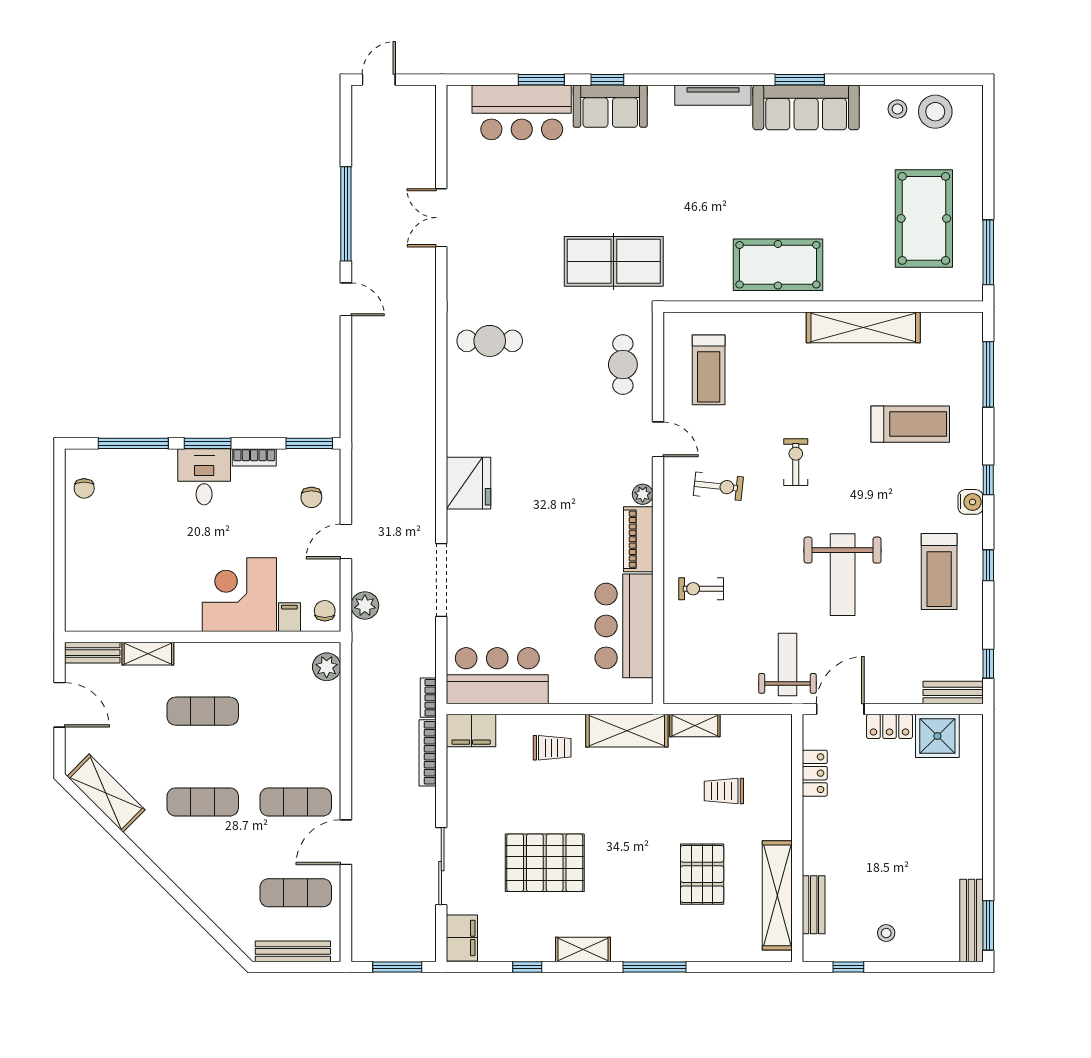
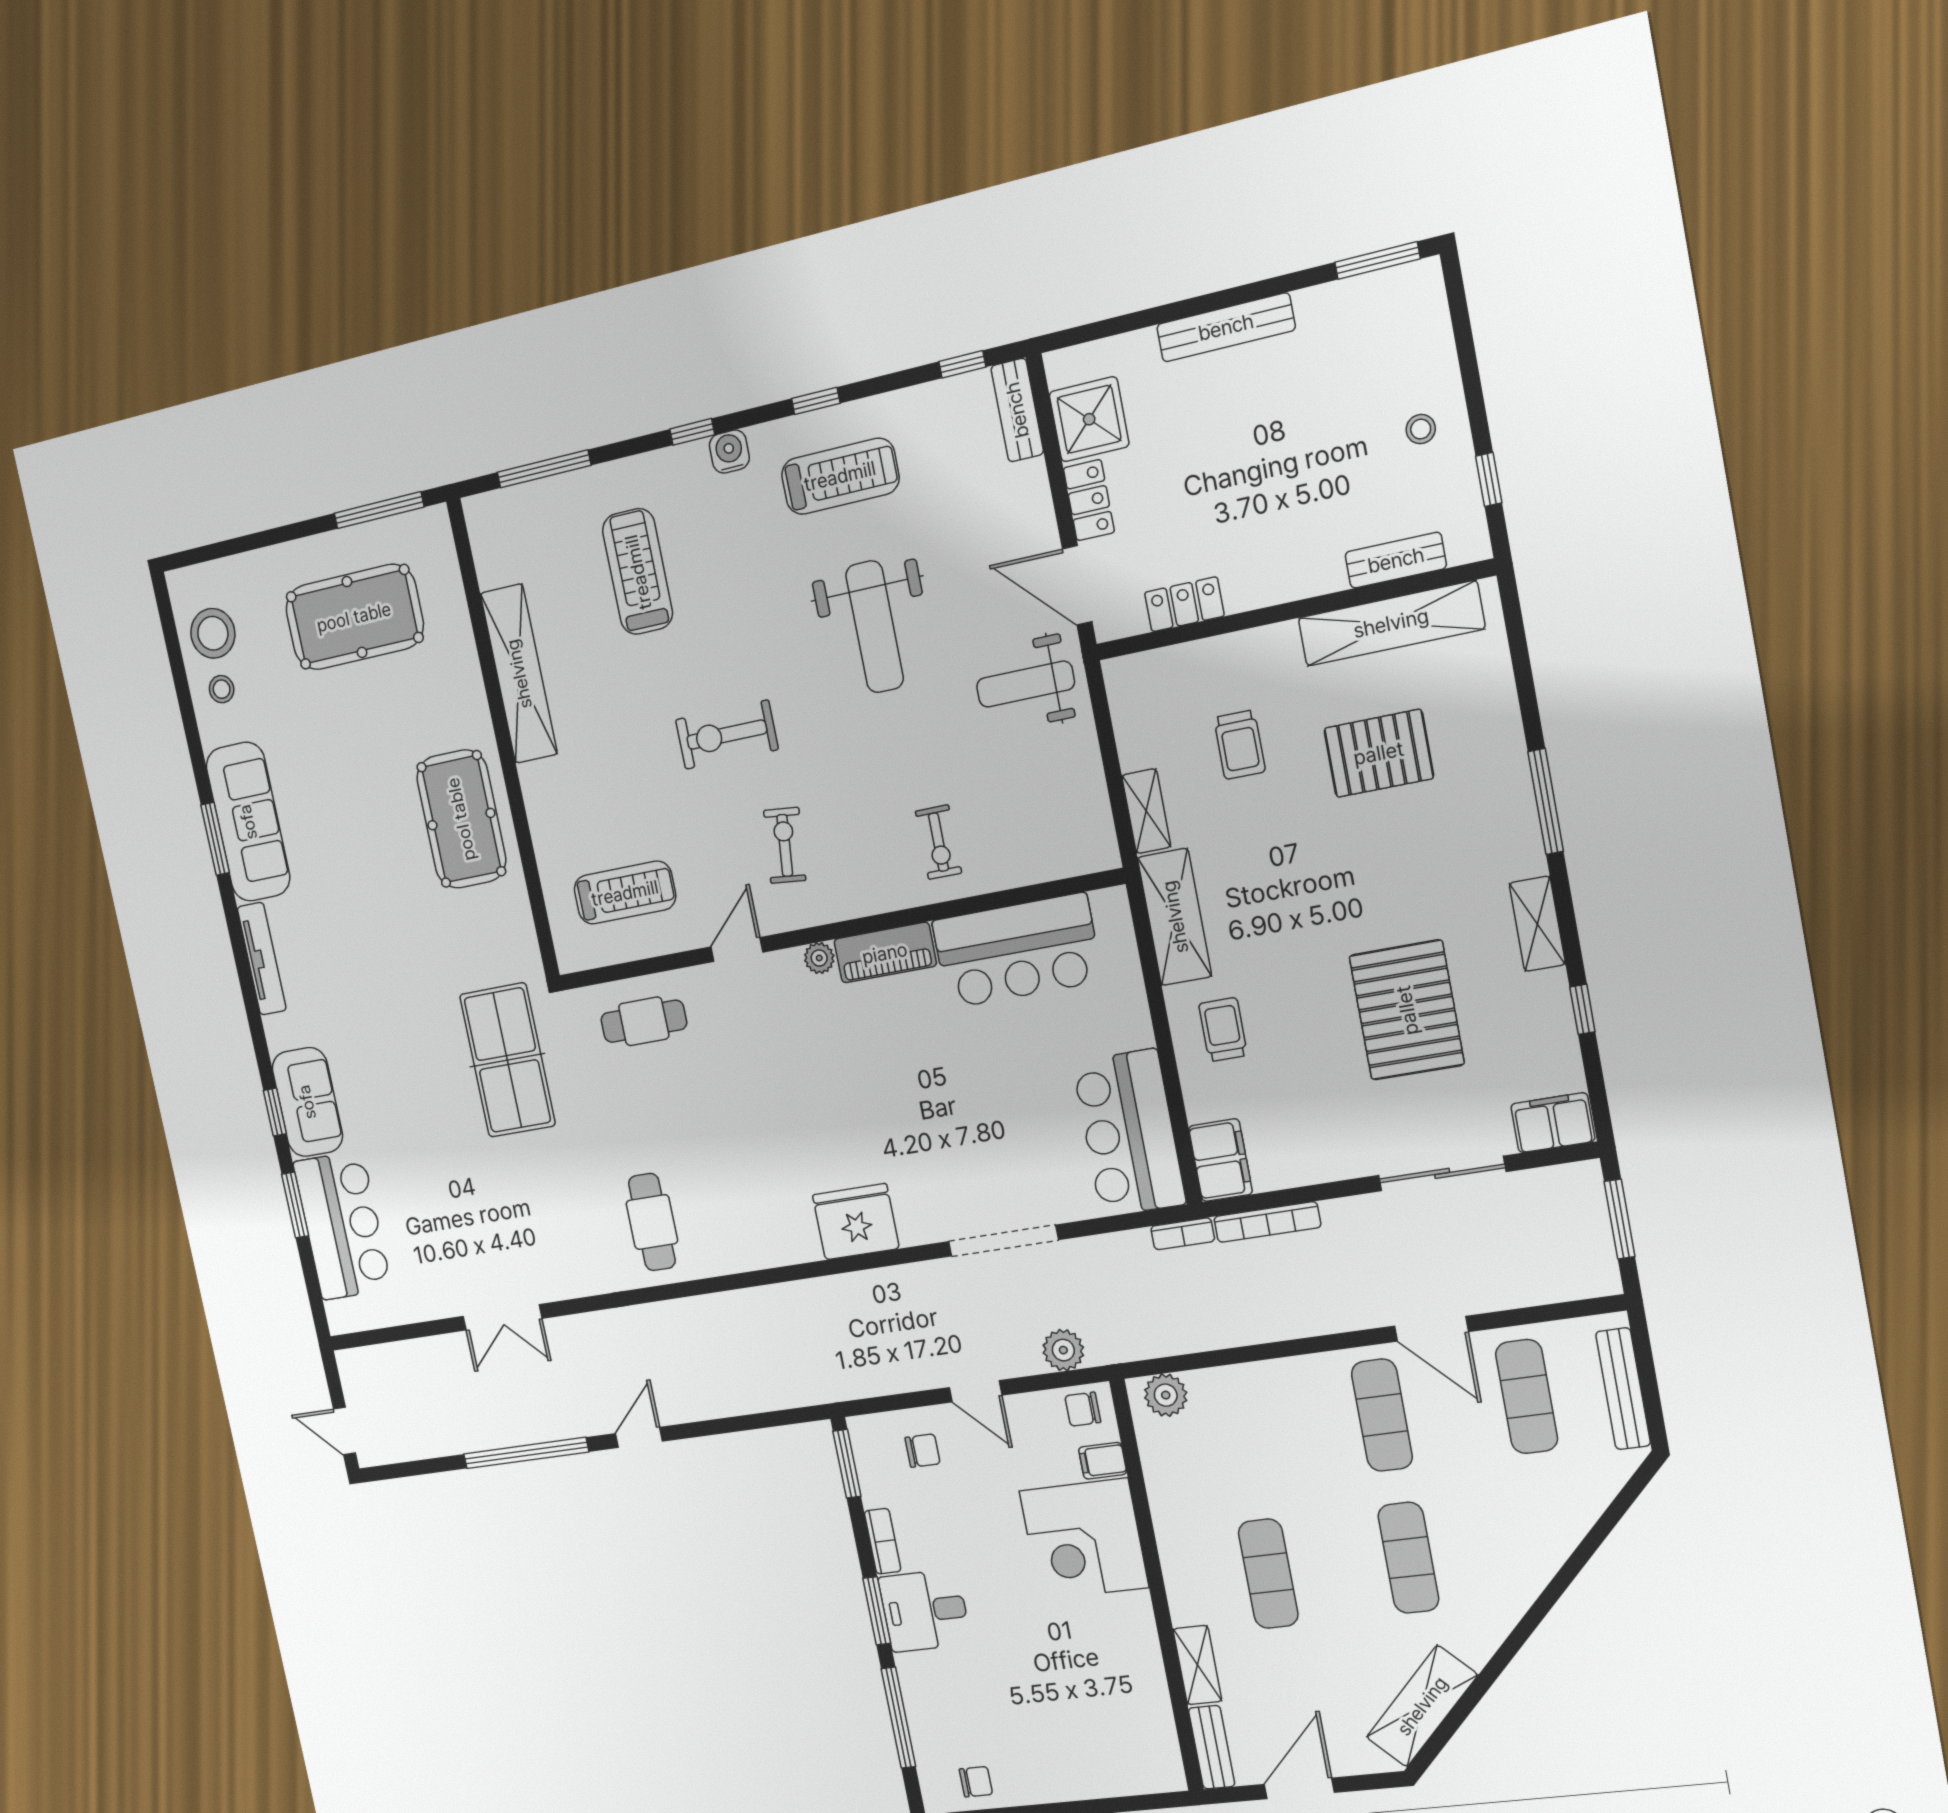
exercise bike: (796, 462) -> (727, 735), width x1.38, depth x1.39
weight bench: (843, 575) -> (875, 627), turned 90
bench: (972, 921) -> (1226, 327), moved

